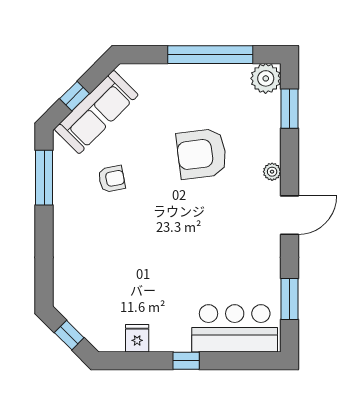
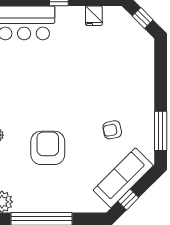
window: (74, 96) -> (128, 200), moved
armchair: (202, 154) -> (48, 148), turned -83

